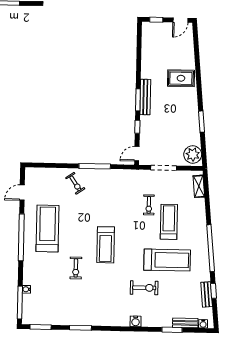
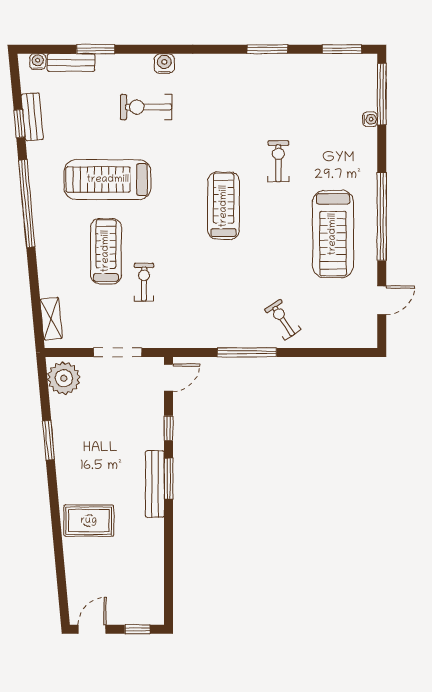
treadmill: (169, 222) -> (106, 251), turned 180
exercise bike: (144, 288) -> (146, 107), moved

